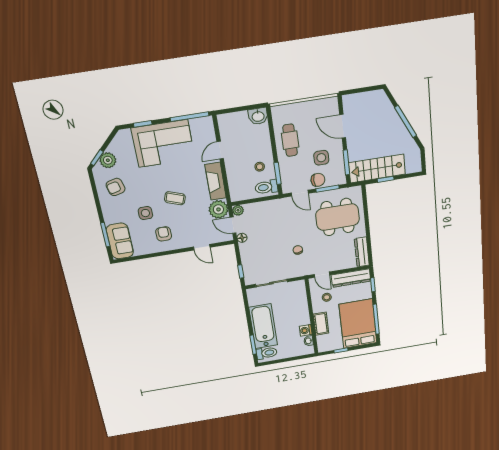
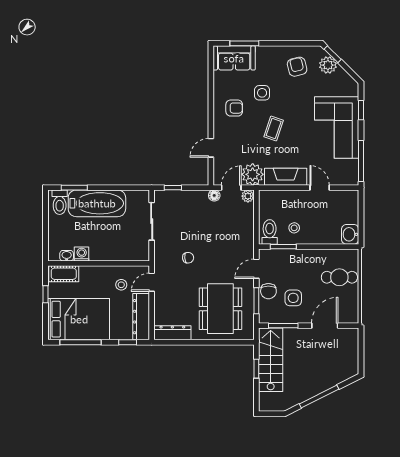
cafe table: (290, 140) -> (339, 277), moved
cot: (321, 324) -> (64, 274), moved

